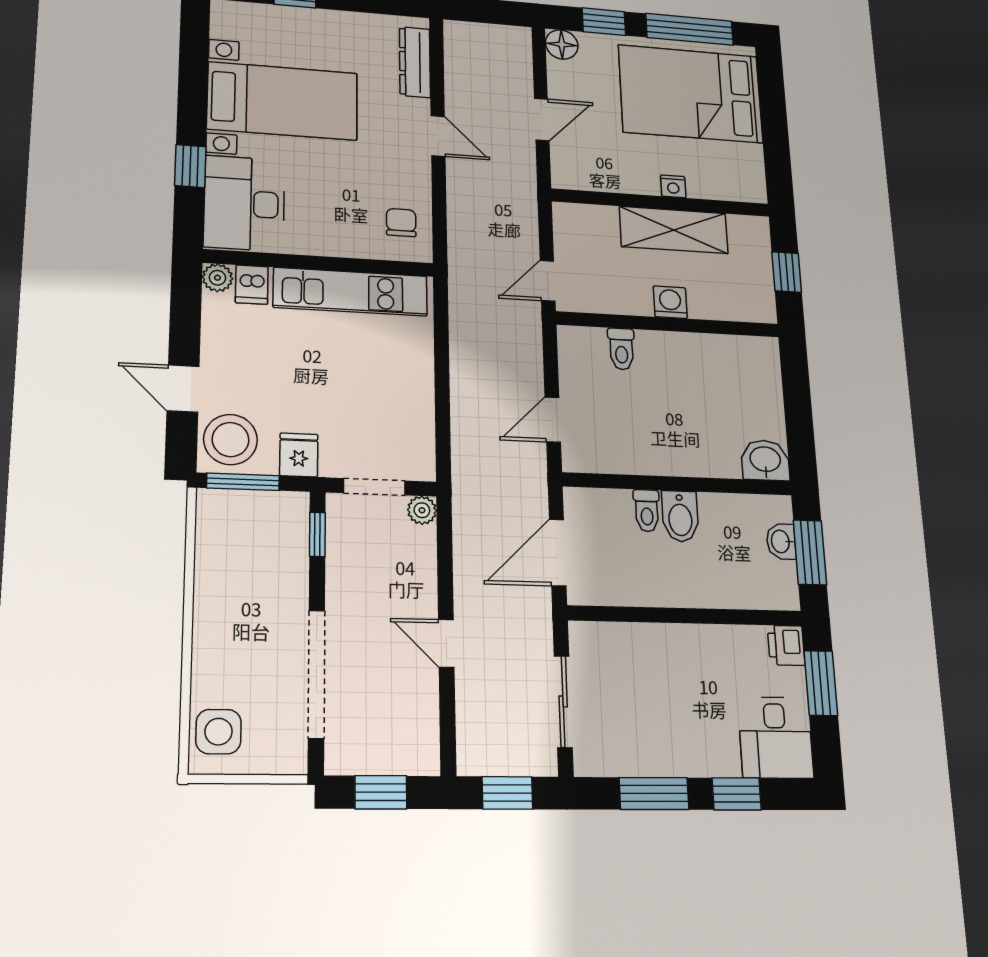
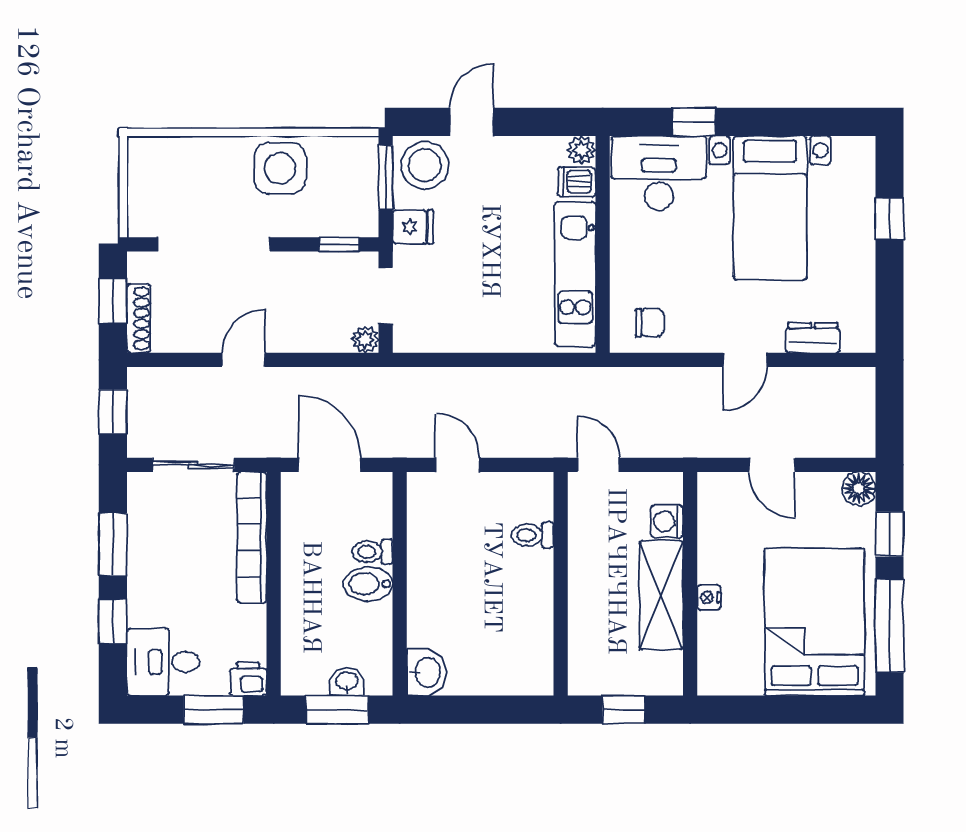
dresser: (415, 62) -> (813, 338), width x0.70
washing machine: (670, 302) -> (667, 521), moved, turned 180
bookcase: (638, 638) -> (252, 537), added
side table: (218, 732) -> (280, 168), moved, width x1.37, depth x1.37
shoe rack: (401, 762) -> (139, 318), added

